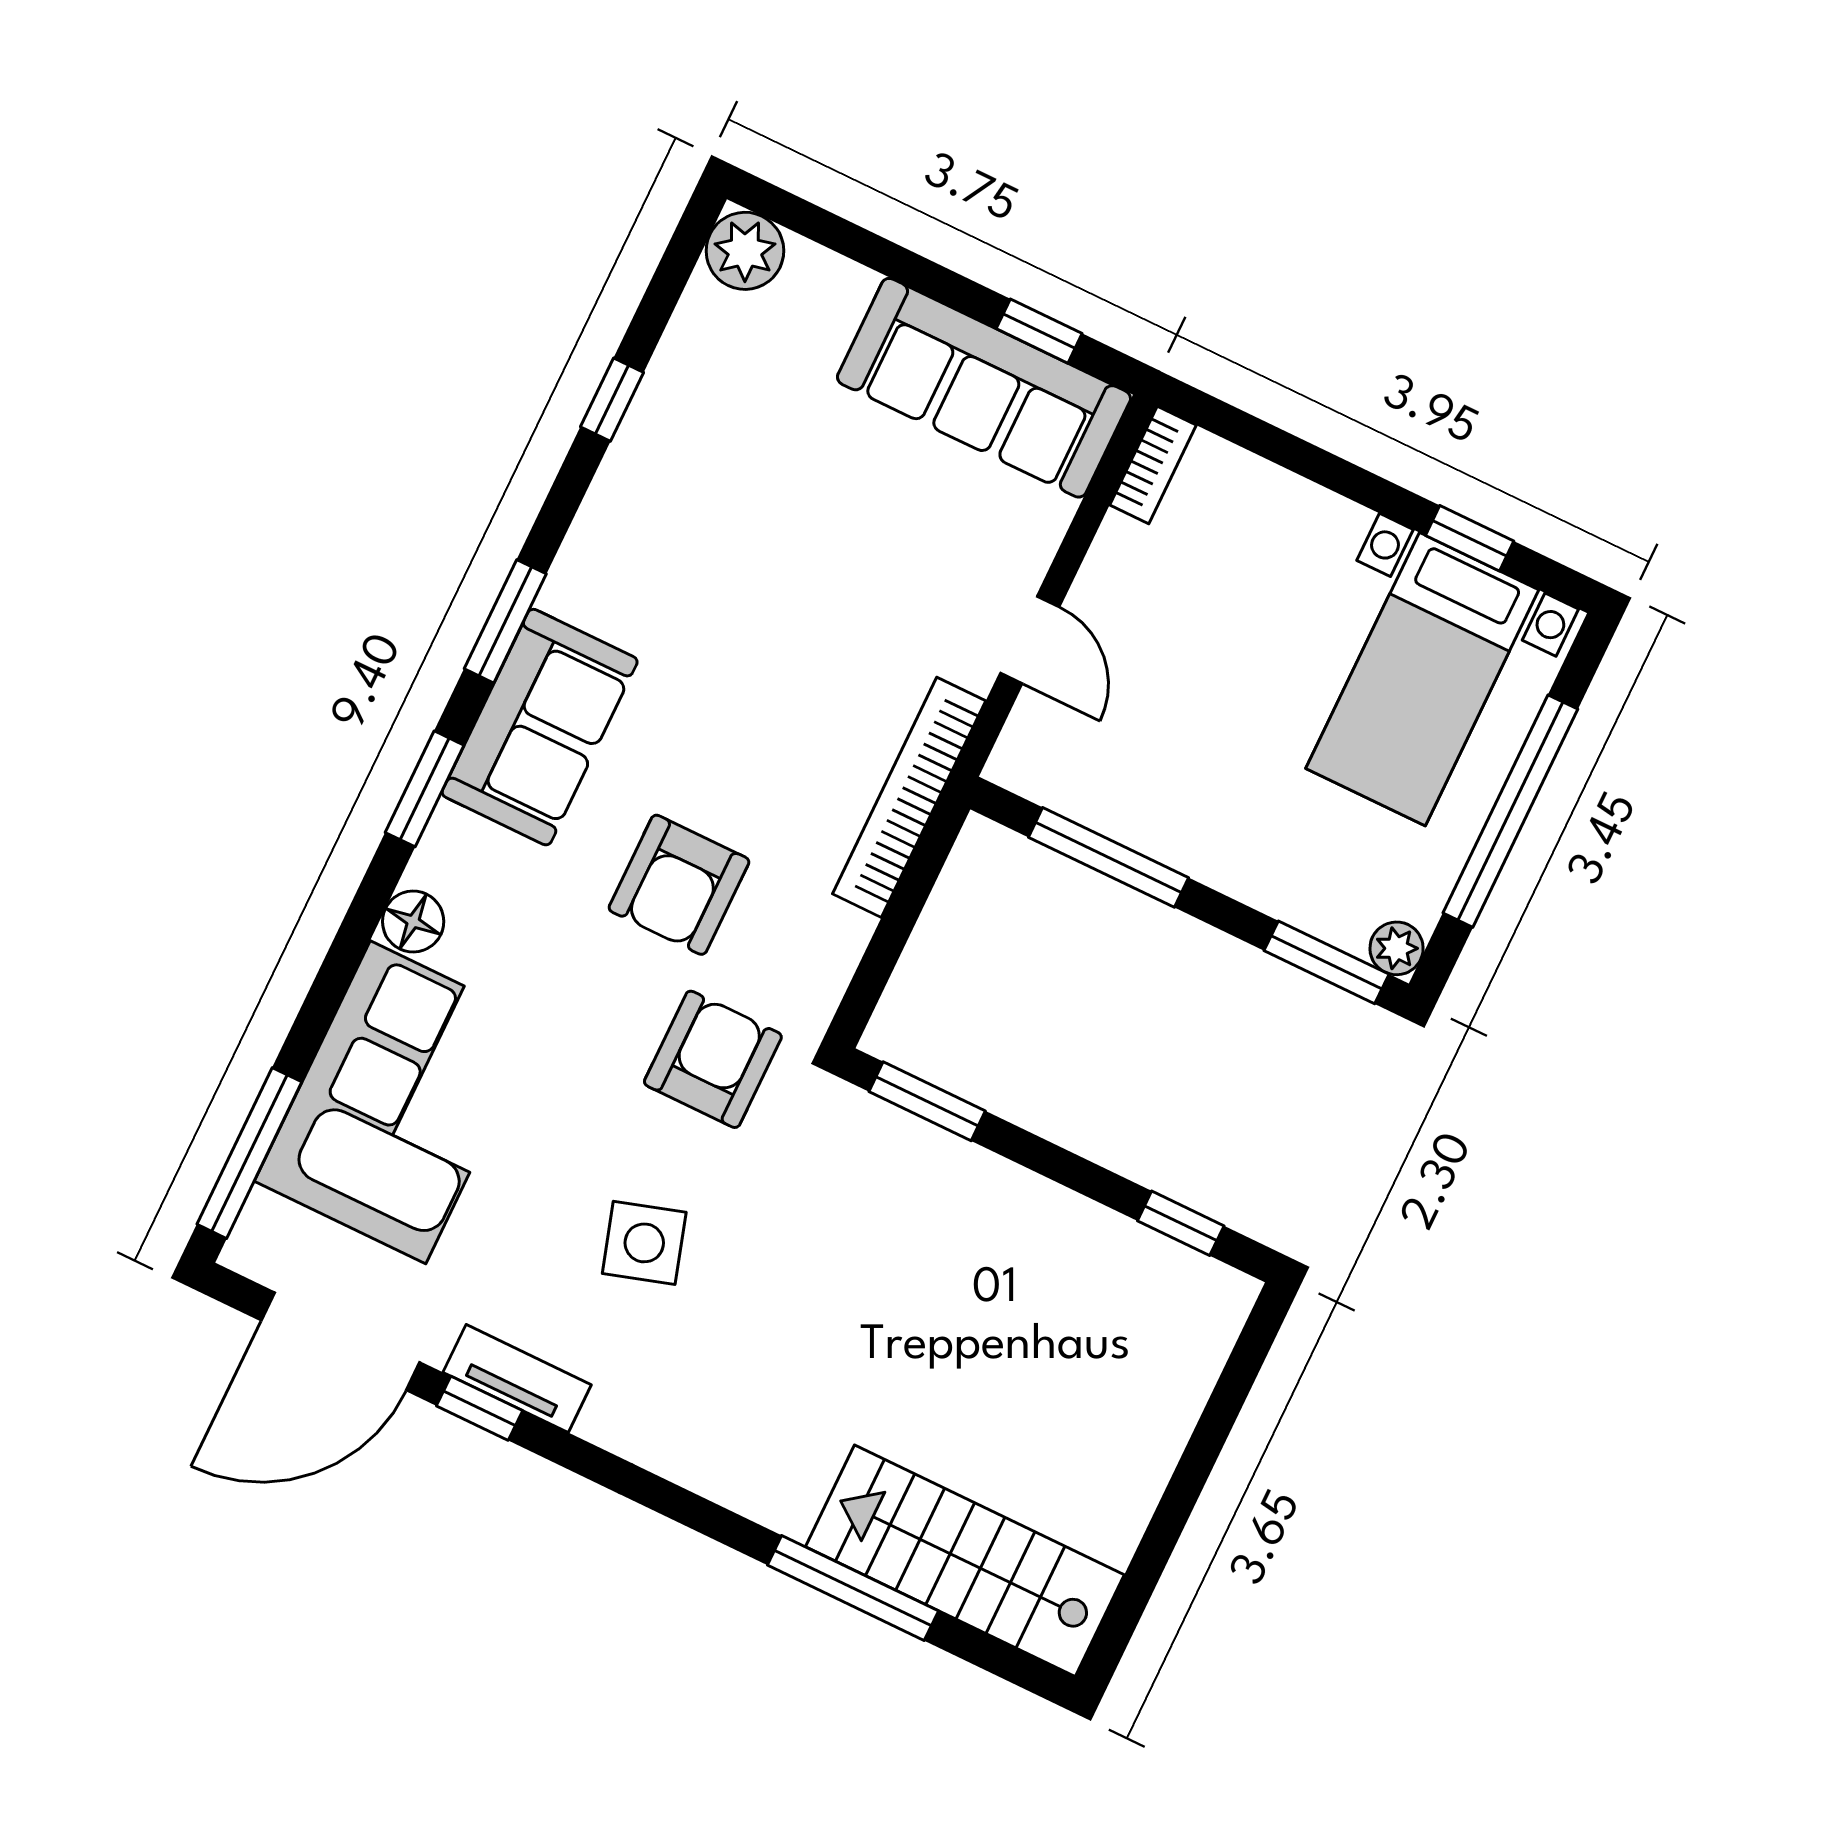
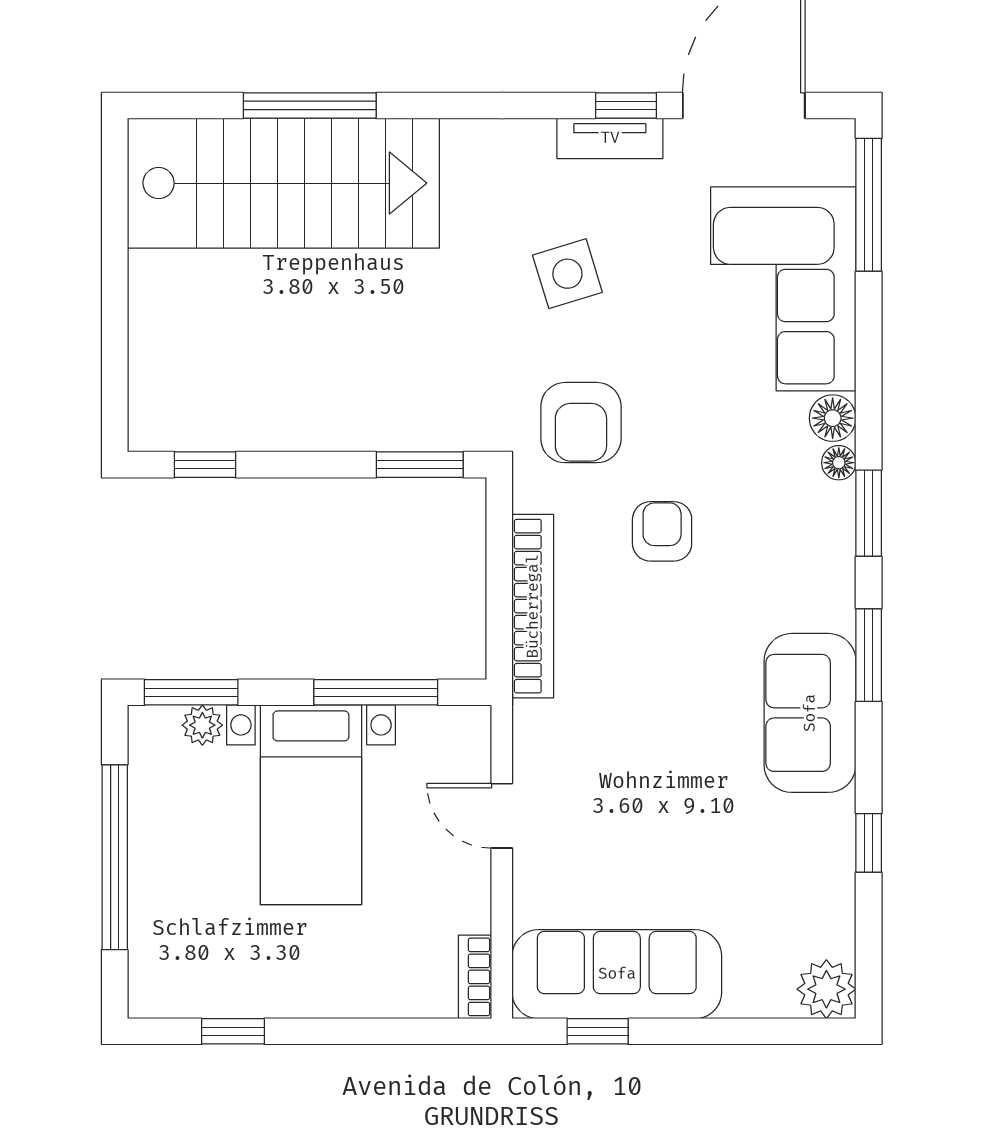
bed with nightstands: (1422, 679) -> (311, 805), moved, turned 180
sofa: (540, 727) -> (810, 713), moved
bookcase: (909, 797) -> (533, 606), moved
floor lamp: (431, 865) -> (839, 463), added
armchair: (679, 885) -> (662, 531), width x0.72, depth x0.72
plant: (1397, 948) -> (202, 725), moved
stairs: (965, 1561) -> (283, 183), width x1.36, depth x1.51

